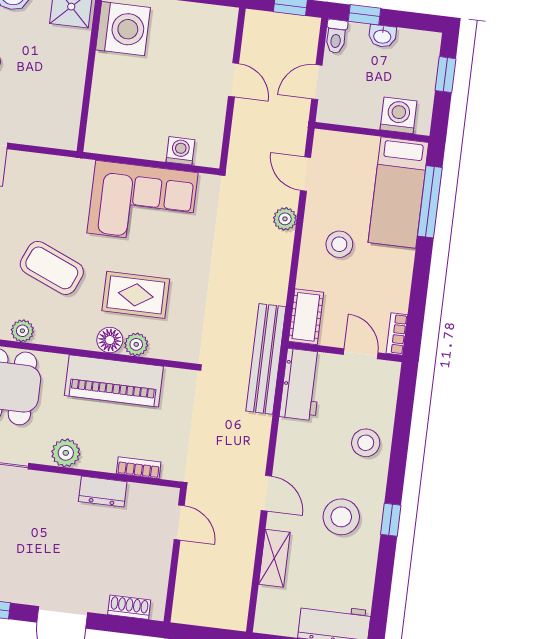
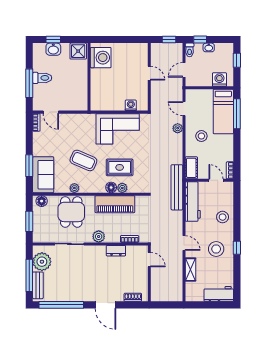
workbench: (301, 385) -> (193, 202), width x1.37

